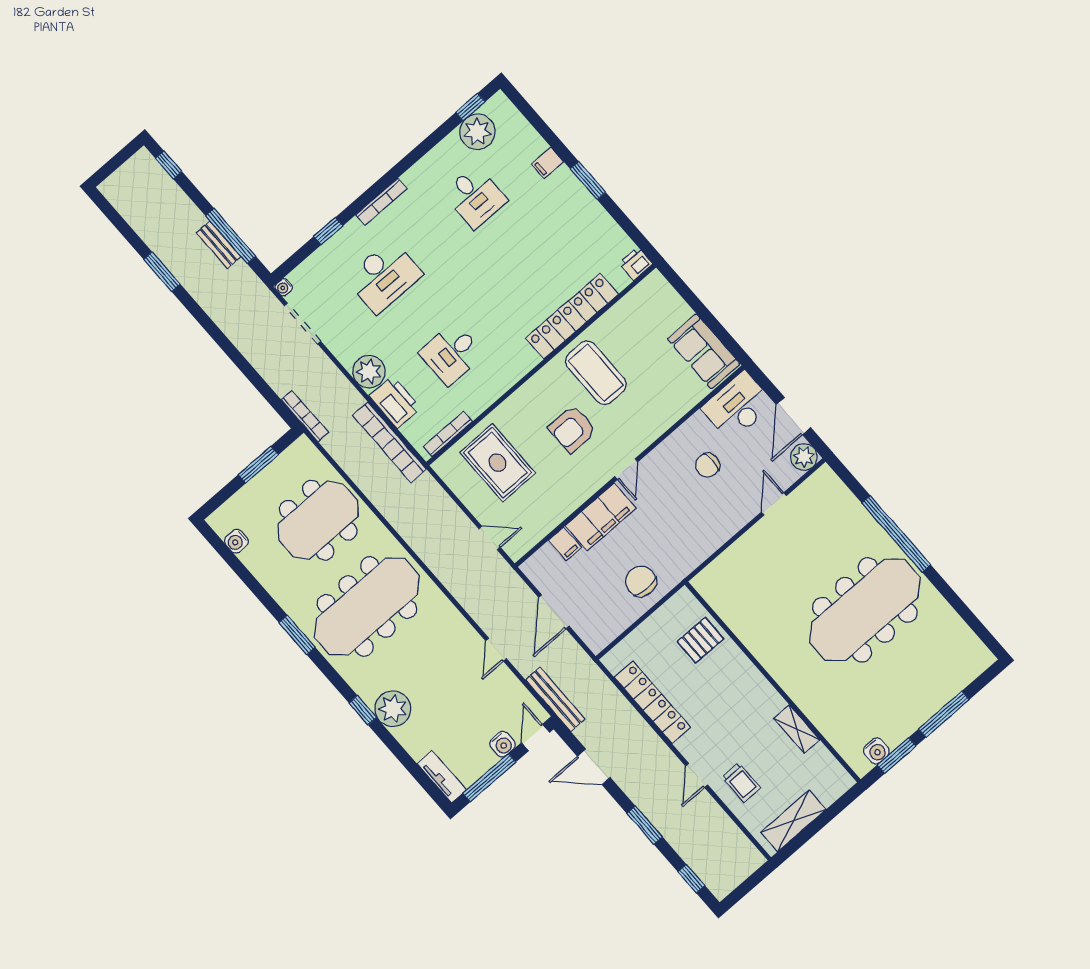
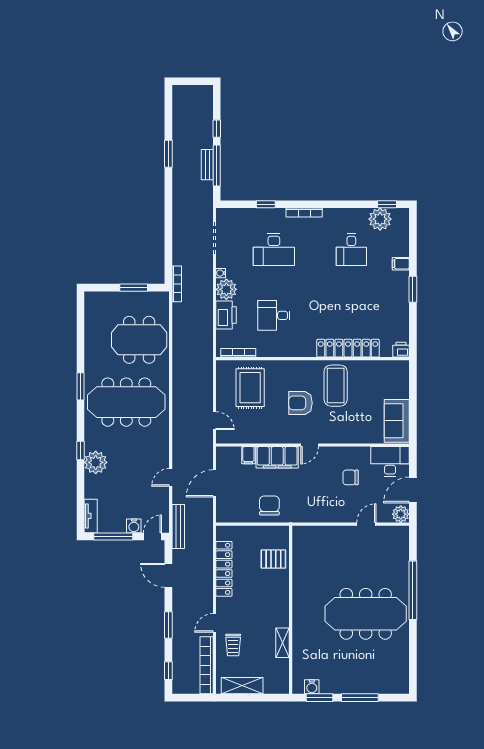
window: (169, 165) -> (217, 129), moved
water cooler: (284, 287) -> (221, 273), moved
bookcase: (390, 442) -> (207, 665), moved
water cooler: (236, 541) -> (91, 315), removed

